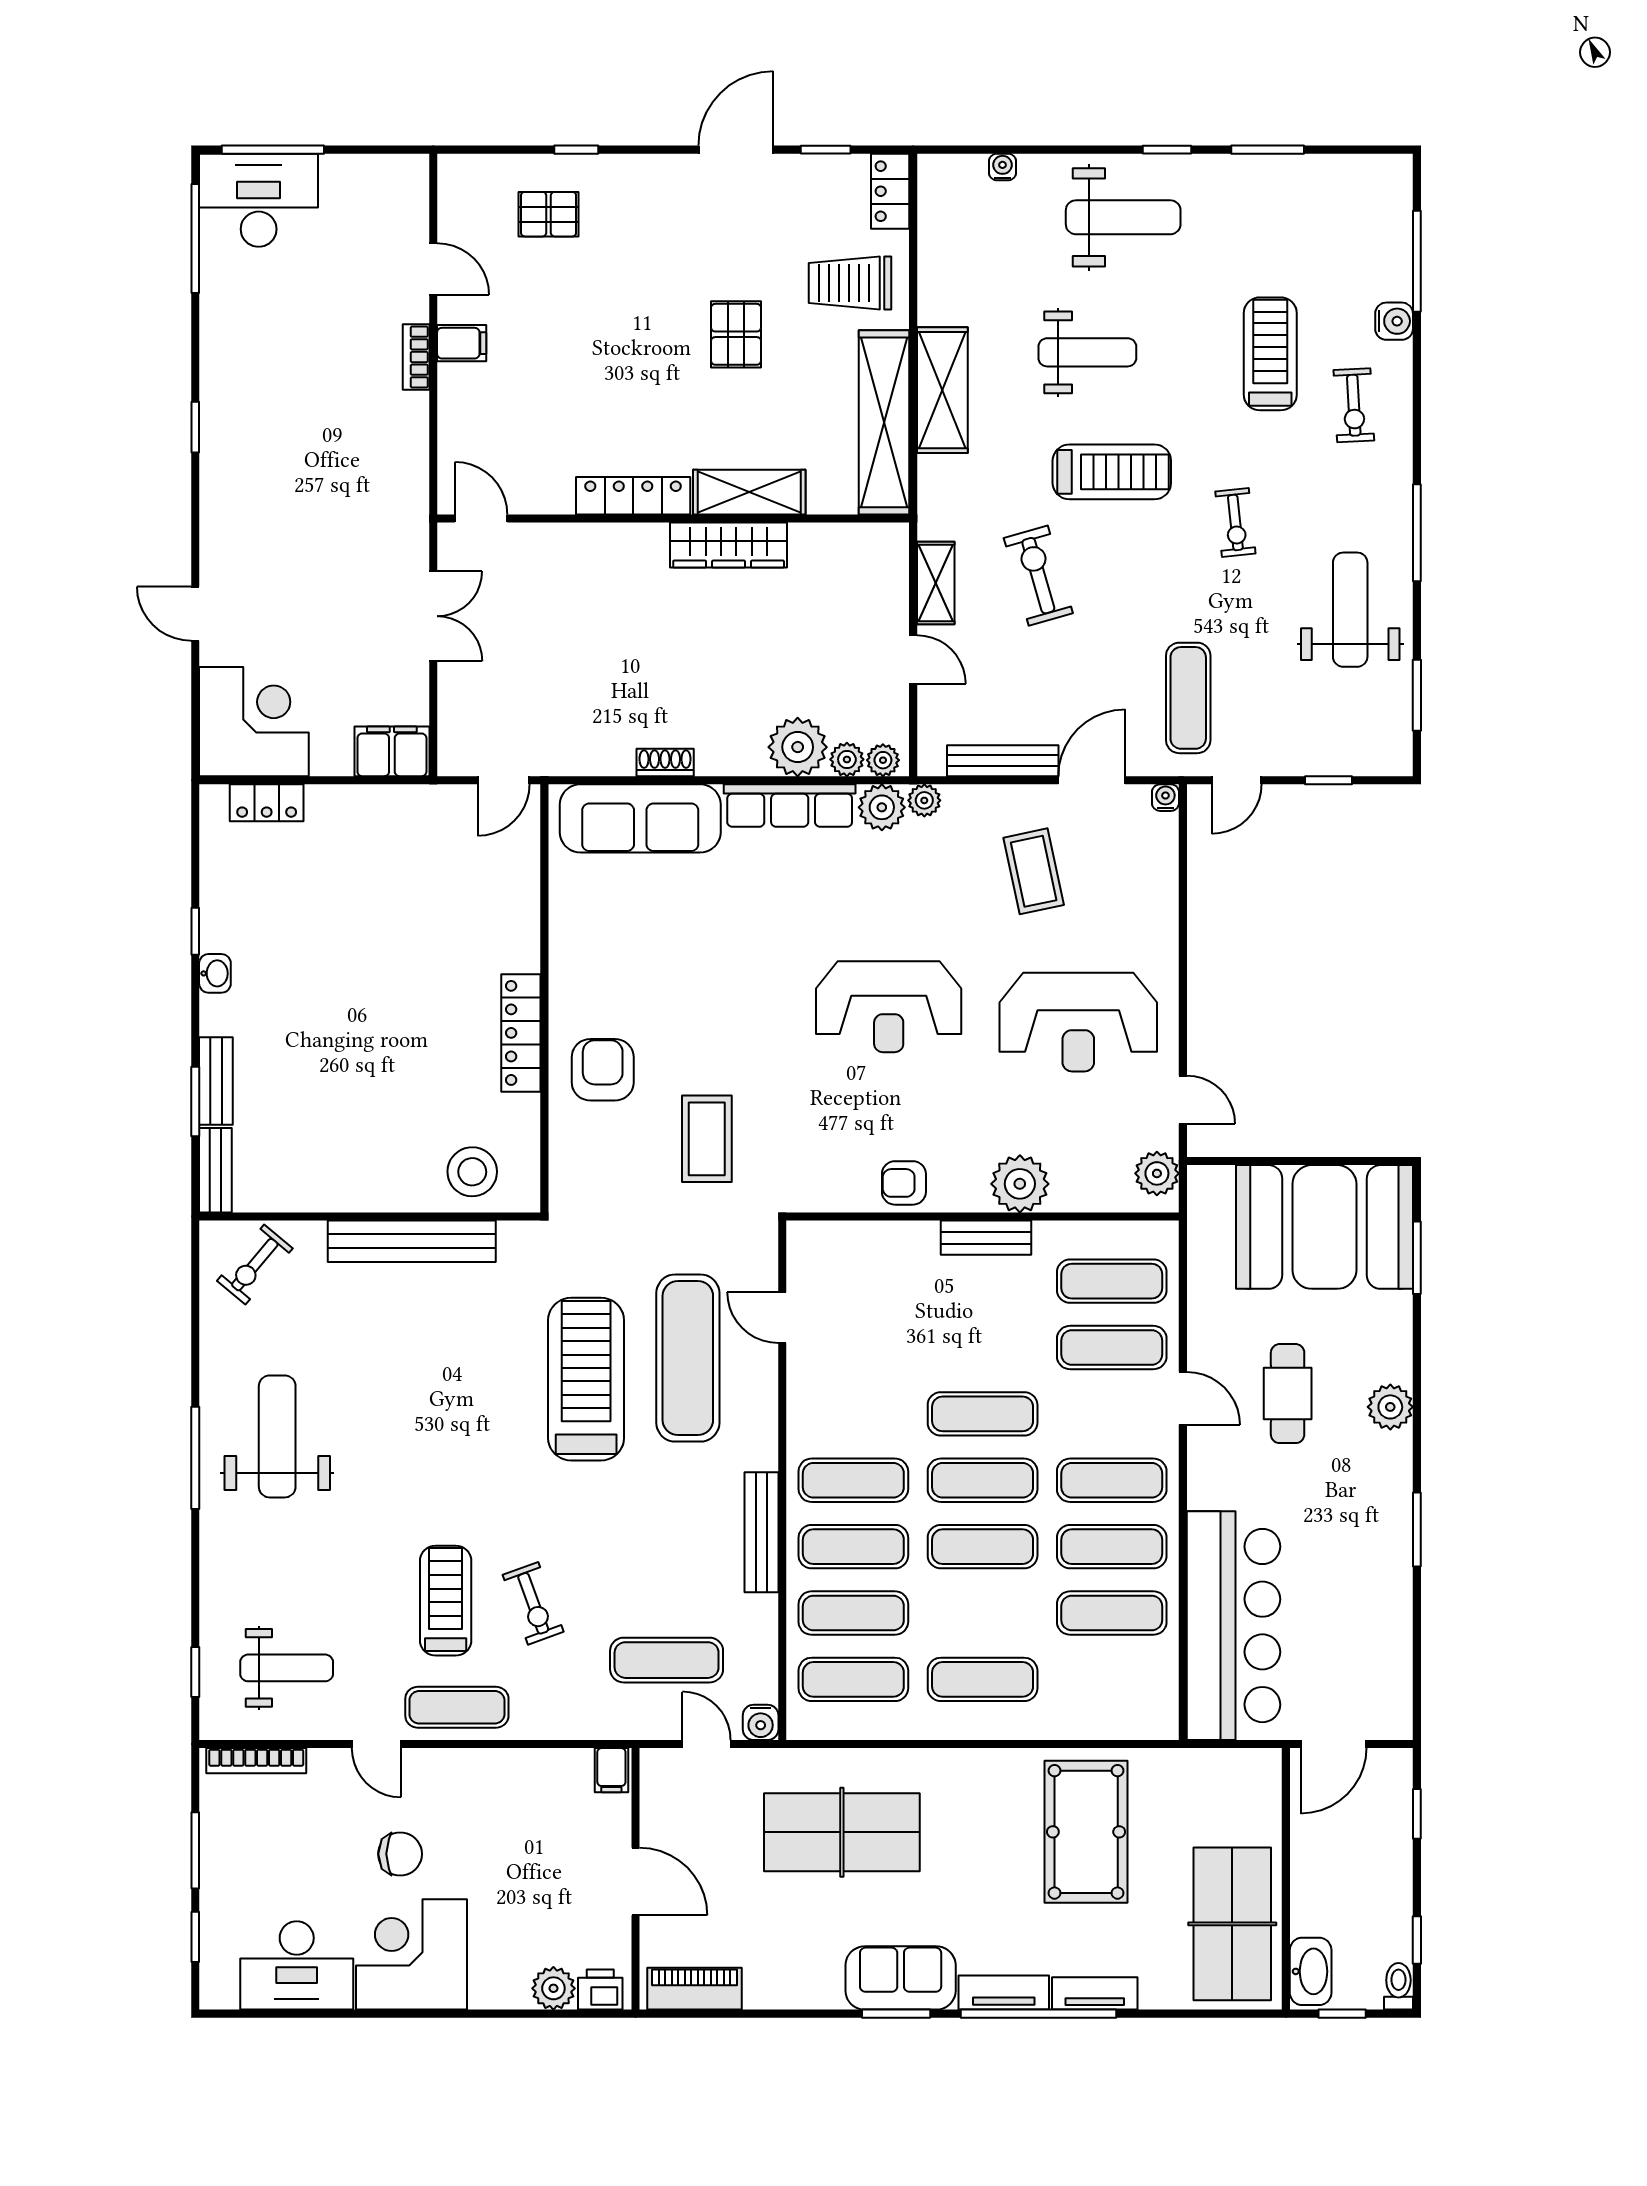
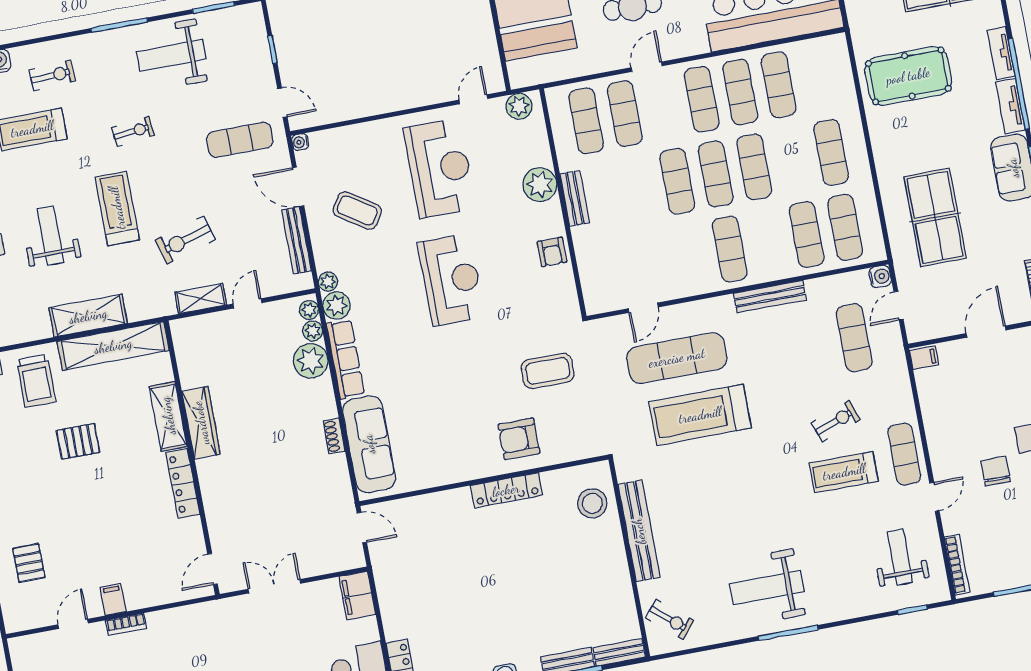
coffee table: (1034, 871) -> (357, 210), turned 45
exercise mat: (853, 1547) -> (768, 242), removed

